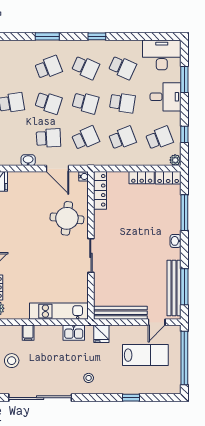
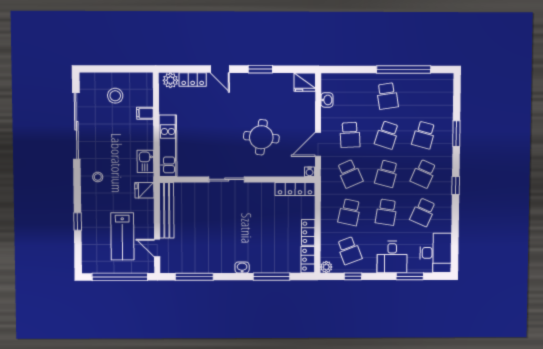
school desk: (48, 67) -> (424, 135), turned 36
school desk: (122, 138) -> (349, 212), turned 33
washbasin: (28, 160) -> (327, 100), moved
round table: (67, 218) -> (261, 137), moved
bench: (174, 288) -> (193, 266), removed

